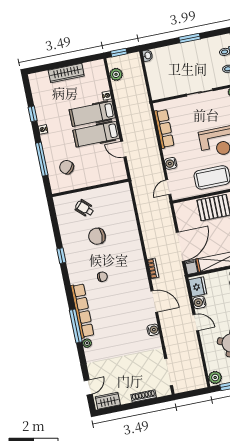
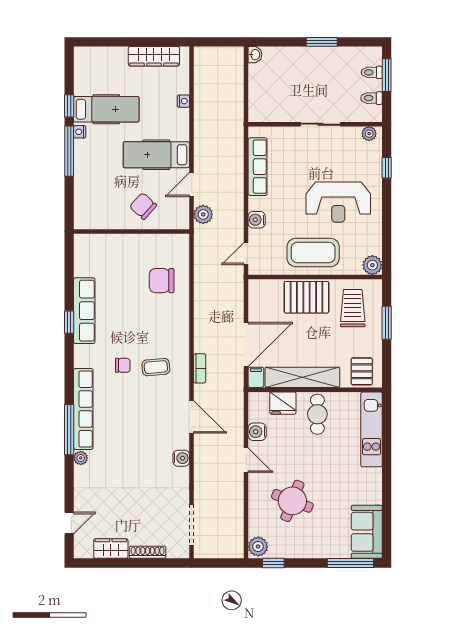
window: (119, 53) -> (214, 42), removed
wardrobe: (66, 73) -> (154, 56), moved
plant: (116, 74) -> (203, 214), moved
hospital bed: (92, 114) -> (106, 109), moved, turned 180
door: (123, 149) -> (192, 185), hinge flipped
window: (42, 159) -> (69, 151), moved
chair: (67, 167) -> (143, 206), moved
wheelchair: (85, 208) -> (117, 260), removed
chair: (97, 236) -> (162, 281), moved
row of seats: (70, 246) -> (84, 311), added
coffee table: (124, 274) -> (156, 367), added
fridge: (198, 287) -> (283, 403), moved, turned 90
wardrobe: (108, 401) -> (111, 549), moved

